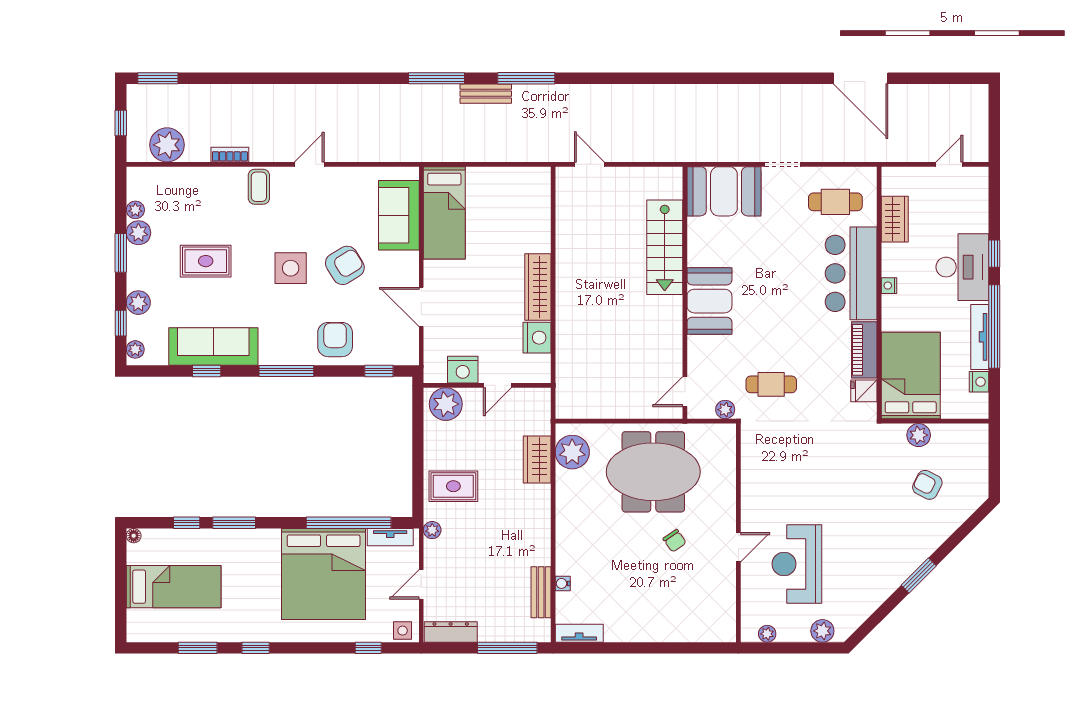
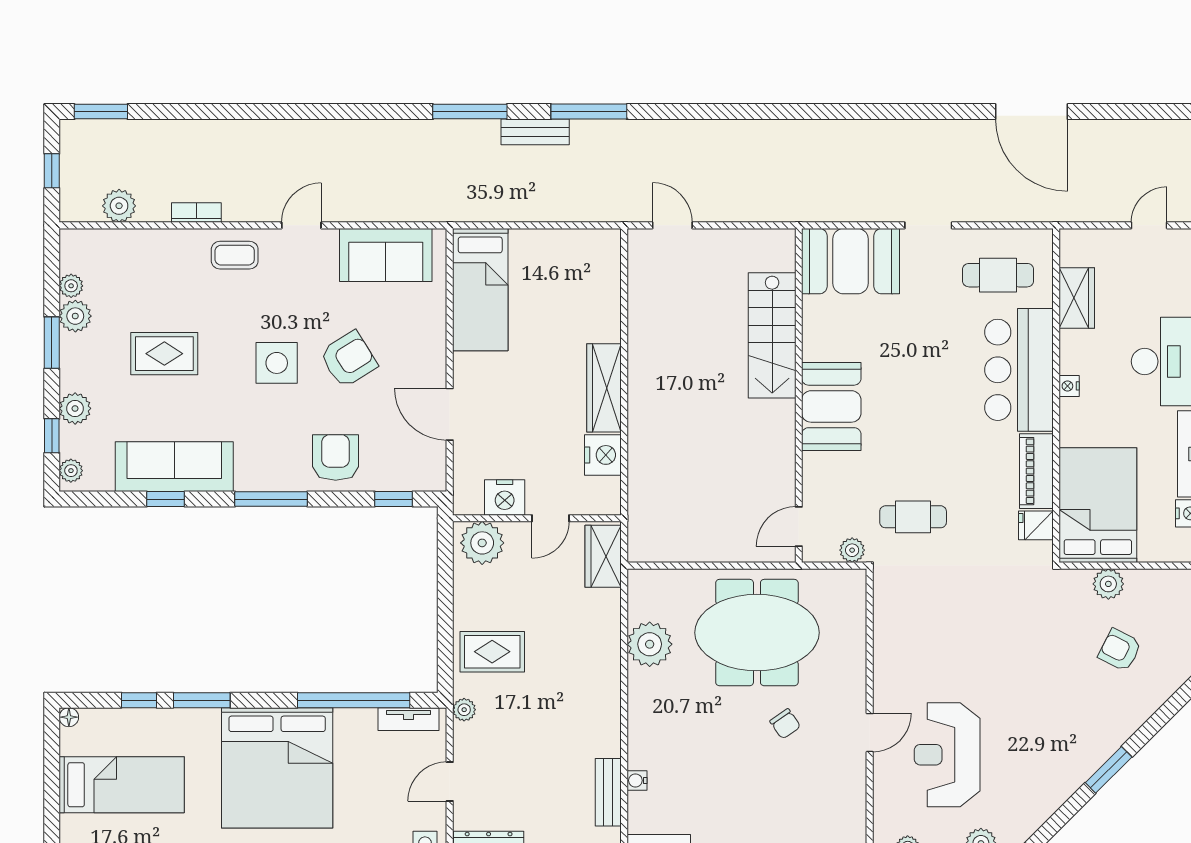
plant: (167, 145) -> (119, 206), width x0.73, depth x0.73
coffee table: (259, 187) -> (235, 255), turned 90
sofa: (399, 215) -> (386, 255), moved, turned -90
plant: (572, 452) -> (650, 644), moved
wardrobe: (537, 459) -> (603, 556), moved
bed: (324, 574) -> (277, 768), moved

